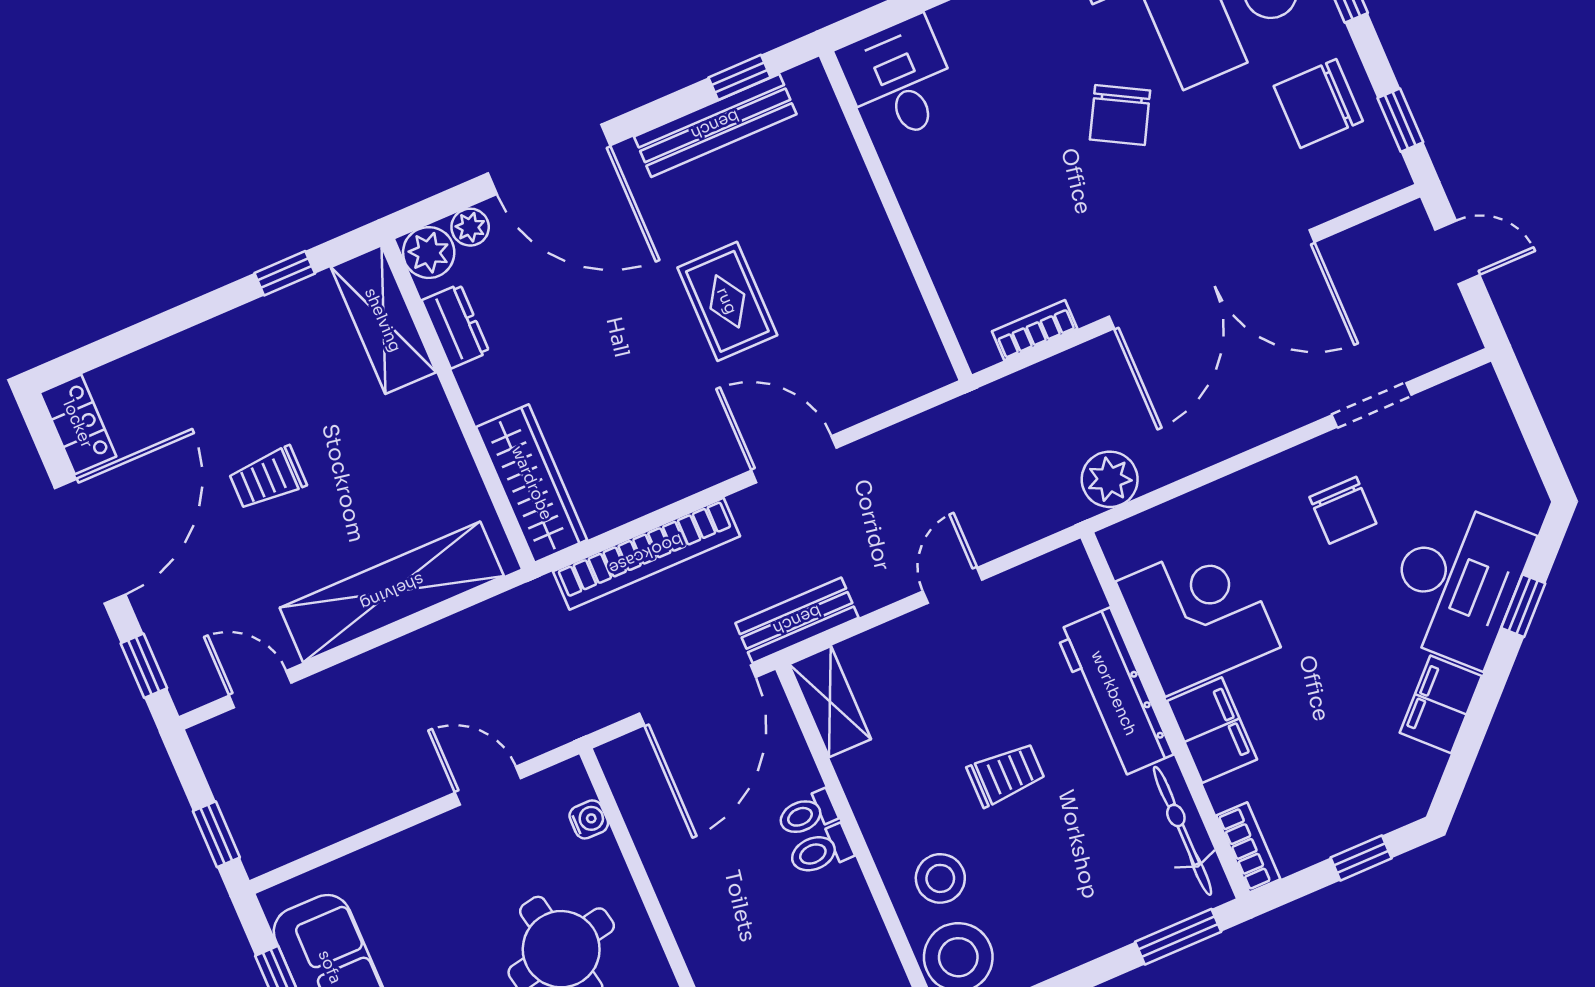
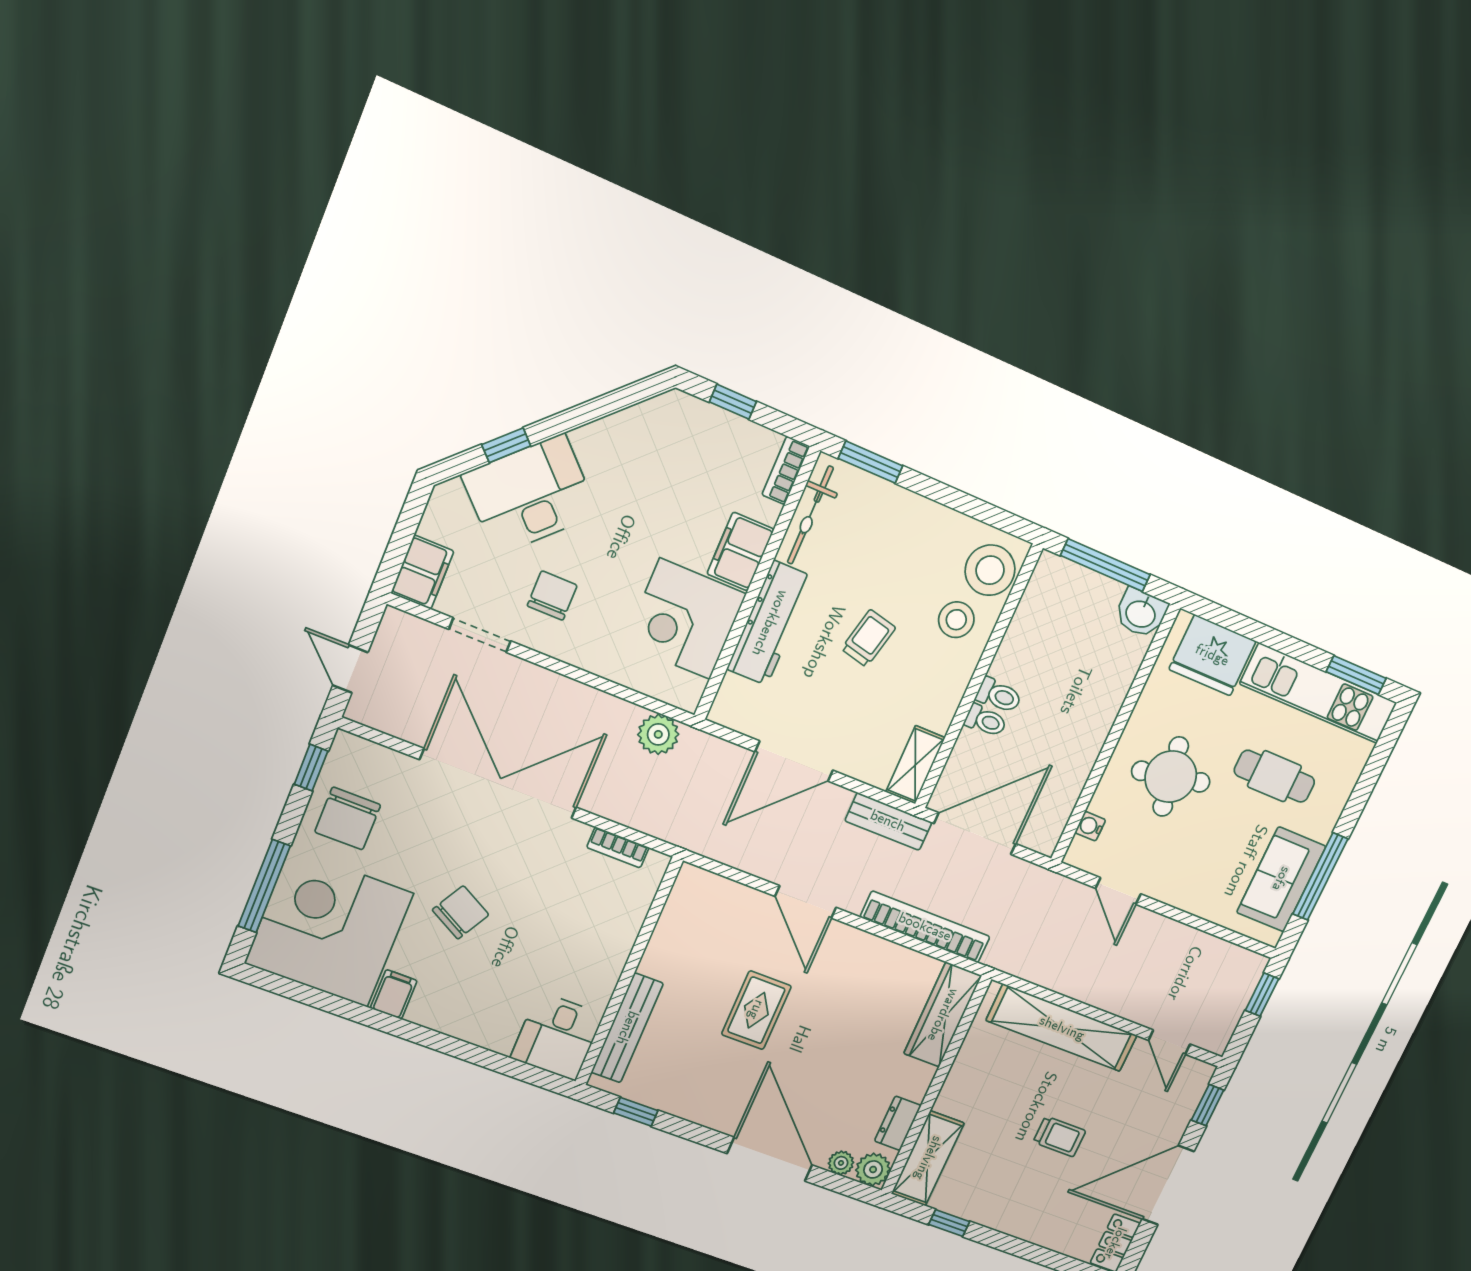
chair: (1318, 104) -> (348, 818), turned 90
bench: (715, 125) -> (627, 1028), moved, turned 90
door: (953, 585) -> (794, 761), width x1.88
filing cabinet: (1441, 704) -> (422, 572), moved, turned -45
trolley: (1006, 774) -> (868, 638), turned 103

